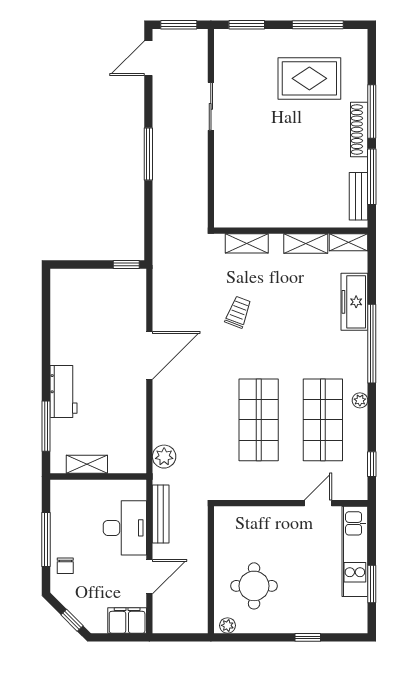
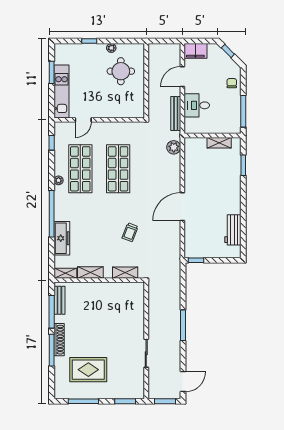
workbench: (63, 392) -> (233, 230), moved
window: (46, 426) -> (243, 165), width x0.69
desk: (125, 528) -> (197, 105), width x0.73
window: (46, 540) -> (243, 111), moved
plant: (227, 625) -> (111, 48), moved

